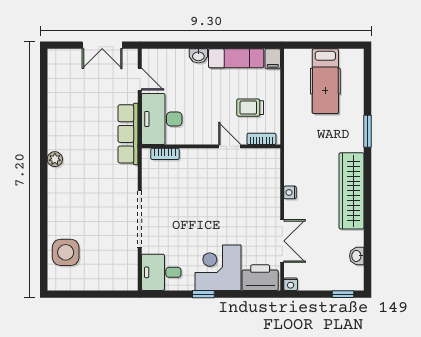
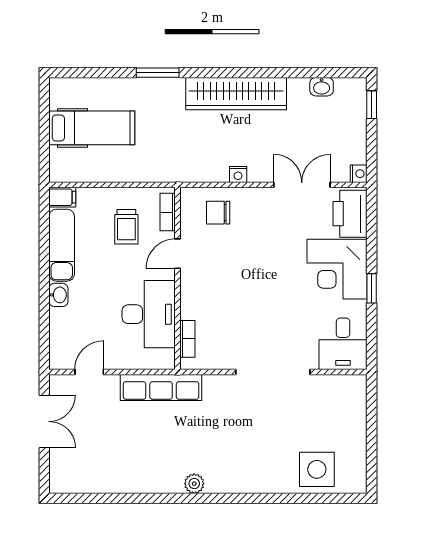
desk: (162, 119) -> (149, 314), moved, turned -90
chair: (261, 177) -> (218, 213), added

